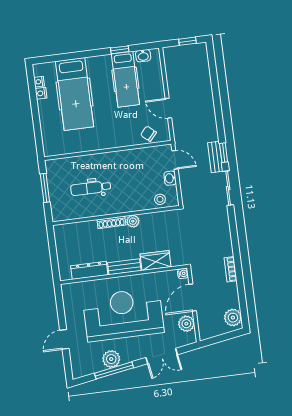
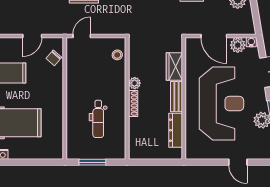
washbasin: (170, 178) -> (99, 43), removed
water cooler: (183, 273) -> (251, 42), moved
reception desk: (123, 315) -> (221, 104), turned 180

